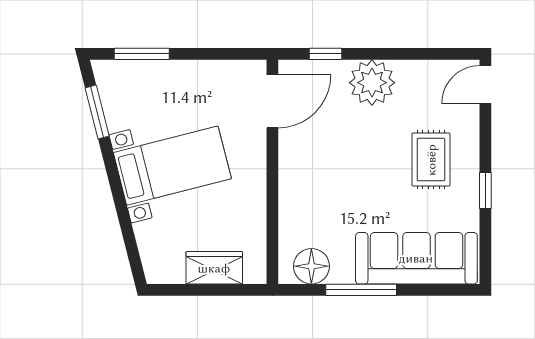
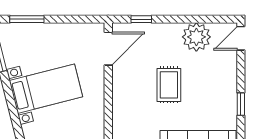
plant: (372, 83) -> (196, 37), moved
rug: (431, 160) -> (169, 85), moved

